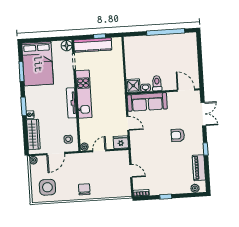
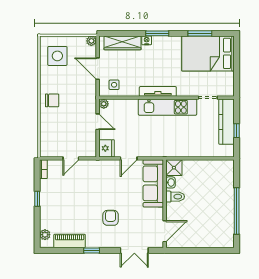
floor lamp: (67, 46) -> (228, 90), removed

